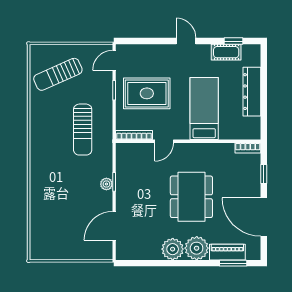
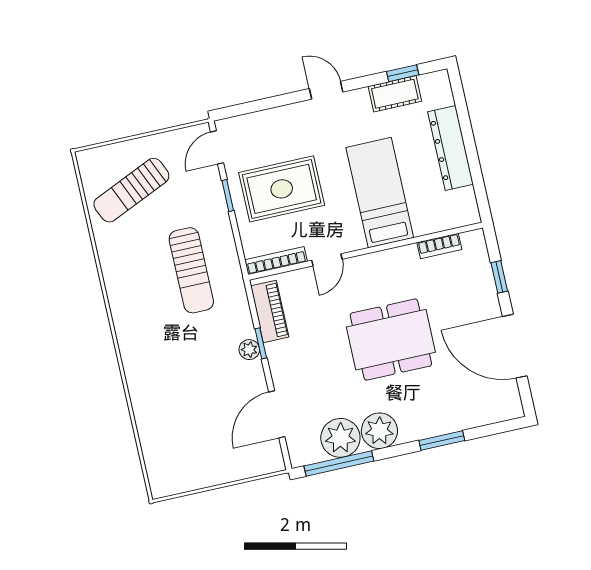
bookcase: (248, 148) -> (439, 246), moved
dining table: (191, 197) -> (391, 340), turned 90
plant: (197, 248) -> (340, 438), moved
piano: (227, 252) -> (270, 311), moved, turned 90
window: (144, 263) -> (339, 463), added
window: (233, 263) -> (442, 440), moved

